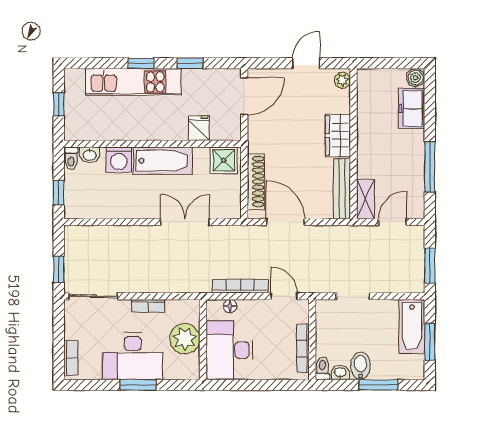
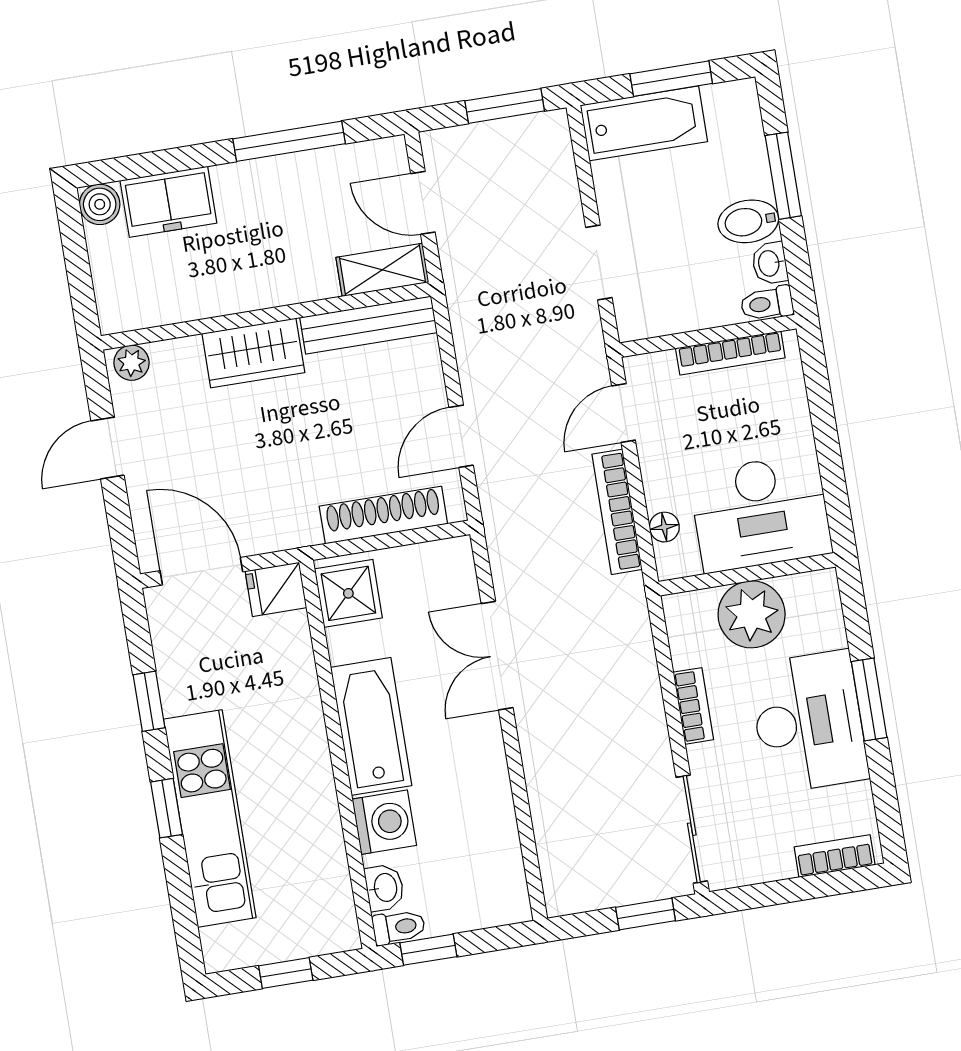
door: (306, 63) -> (108, 448), hinge flipped
fridge: (199, 128) -> (276, 589), moved
window: (59, 193) -> (428, 950), moved
door: (286, 222) -> (461, 436), width x0.73

